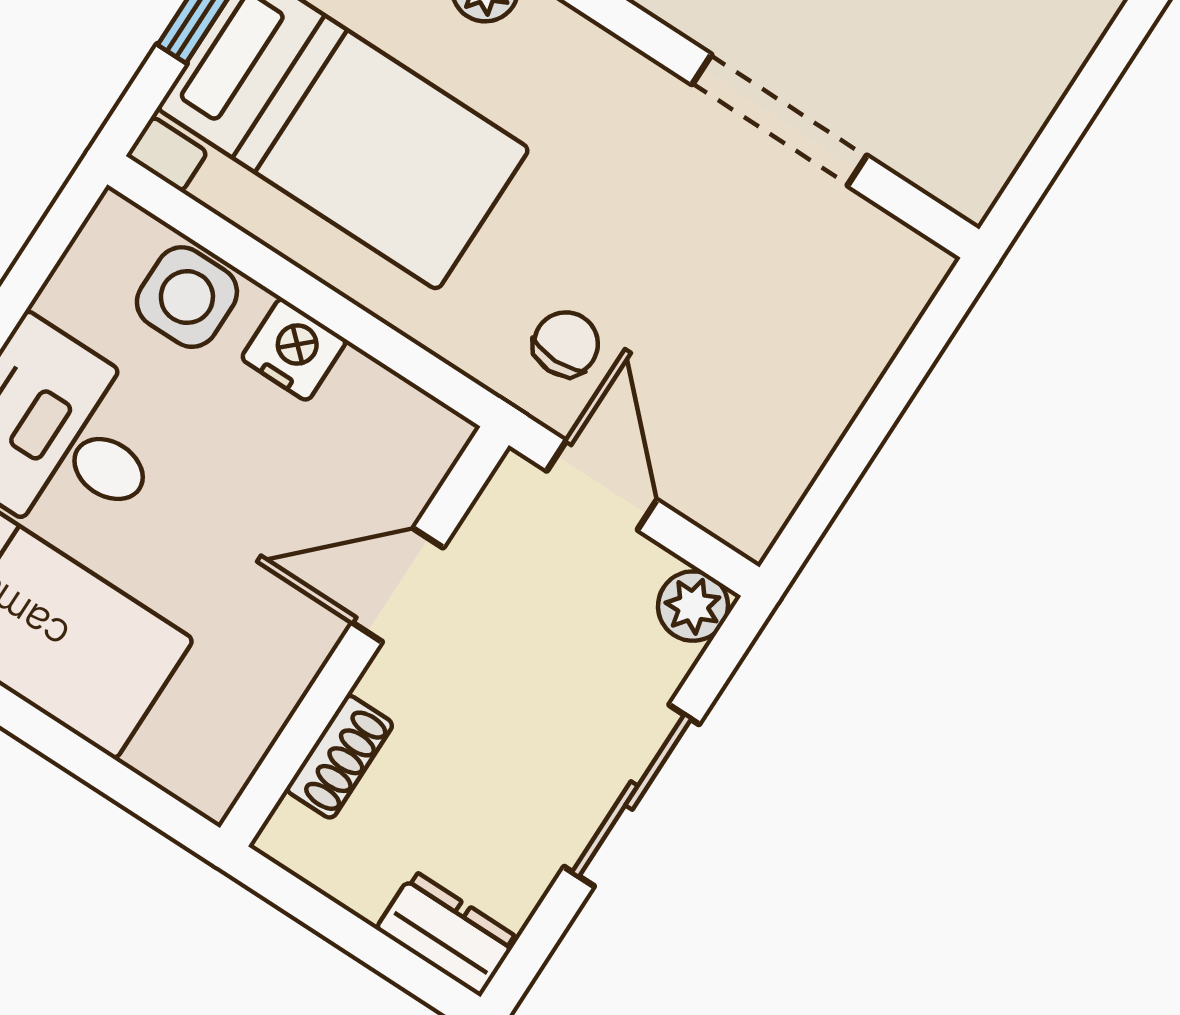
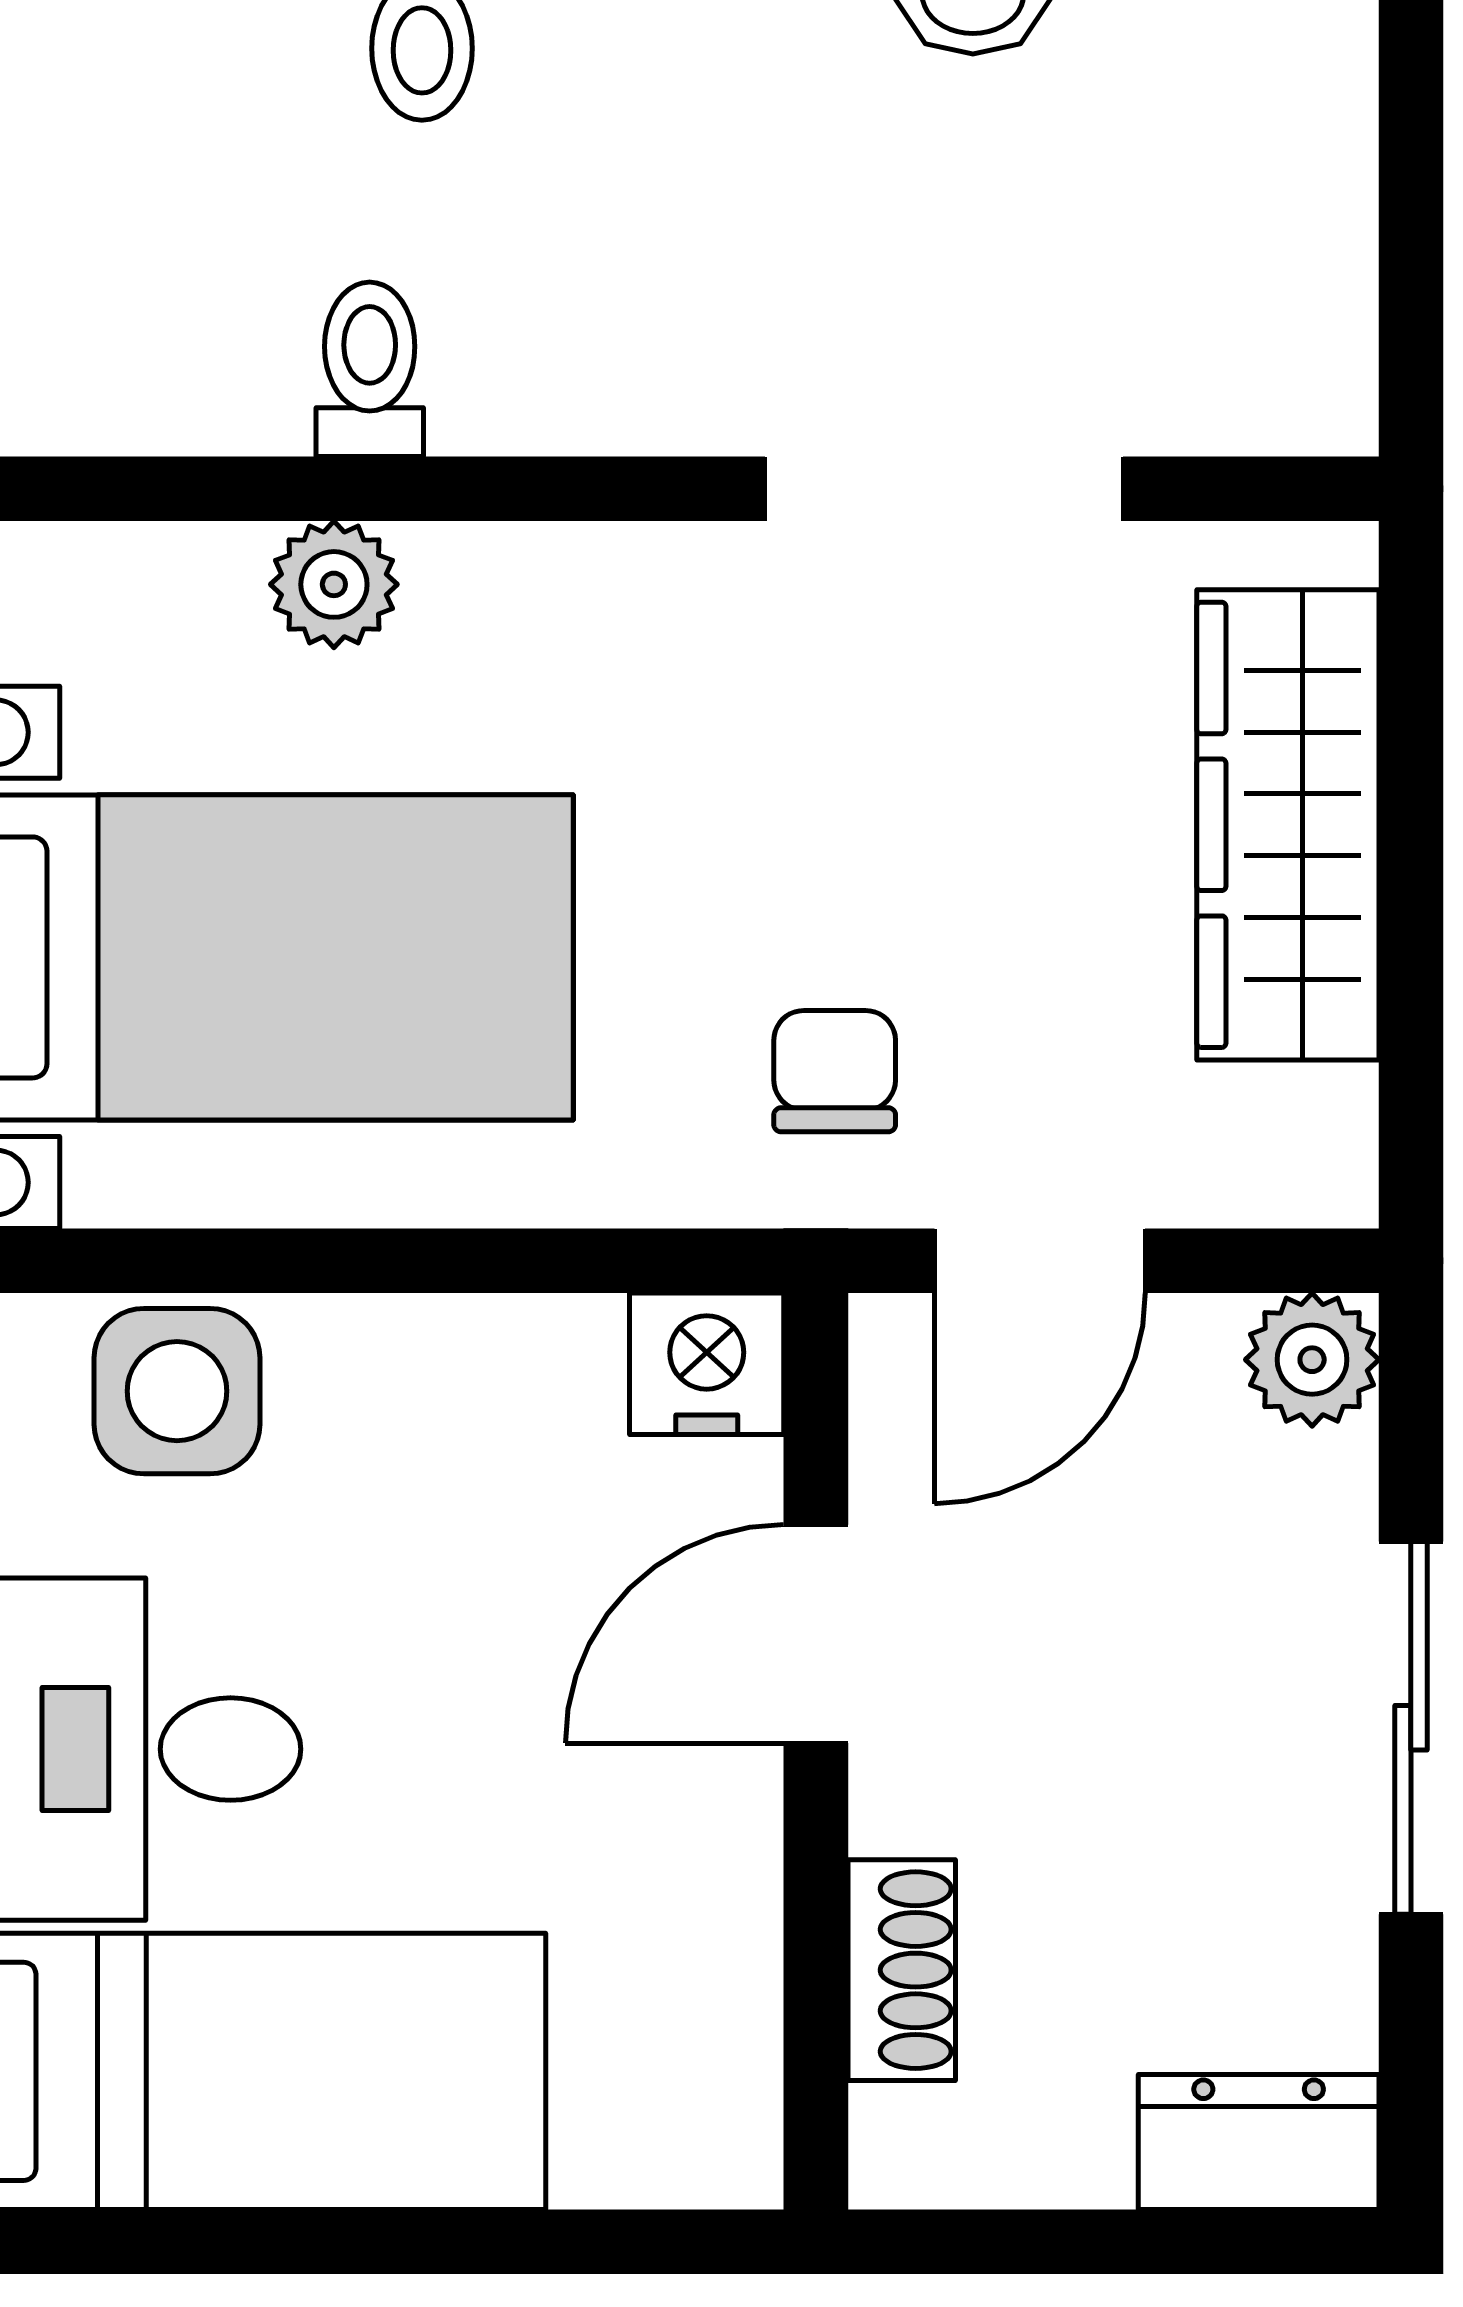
nightstand: (294, 349) -> (707, 1364), moved
wardrobe: (835, 365) -> (1288, 825), added
door: (602, 485) -> (1040, 1261), swing flipped

